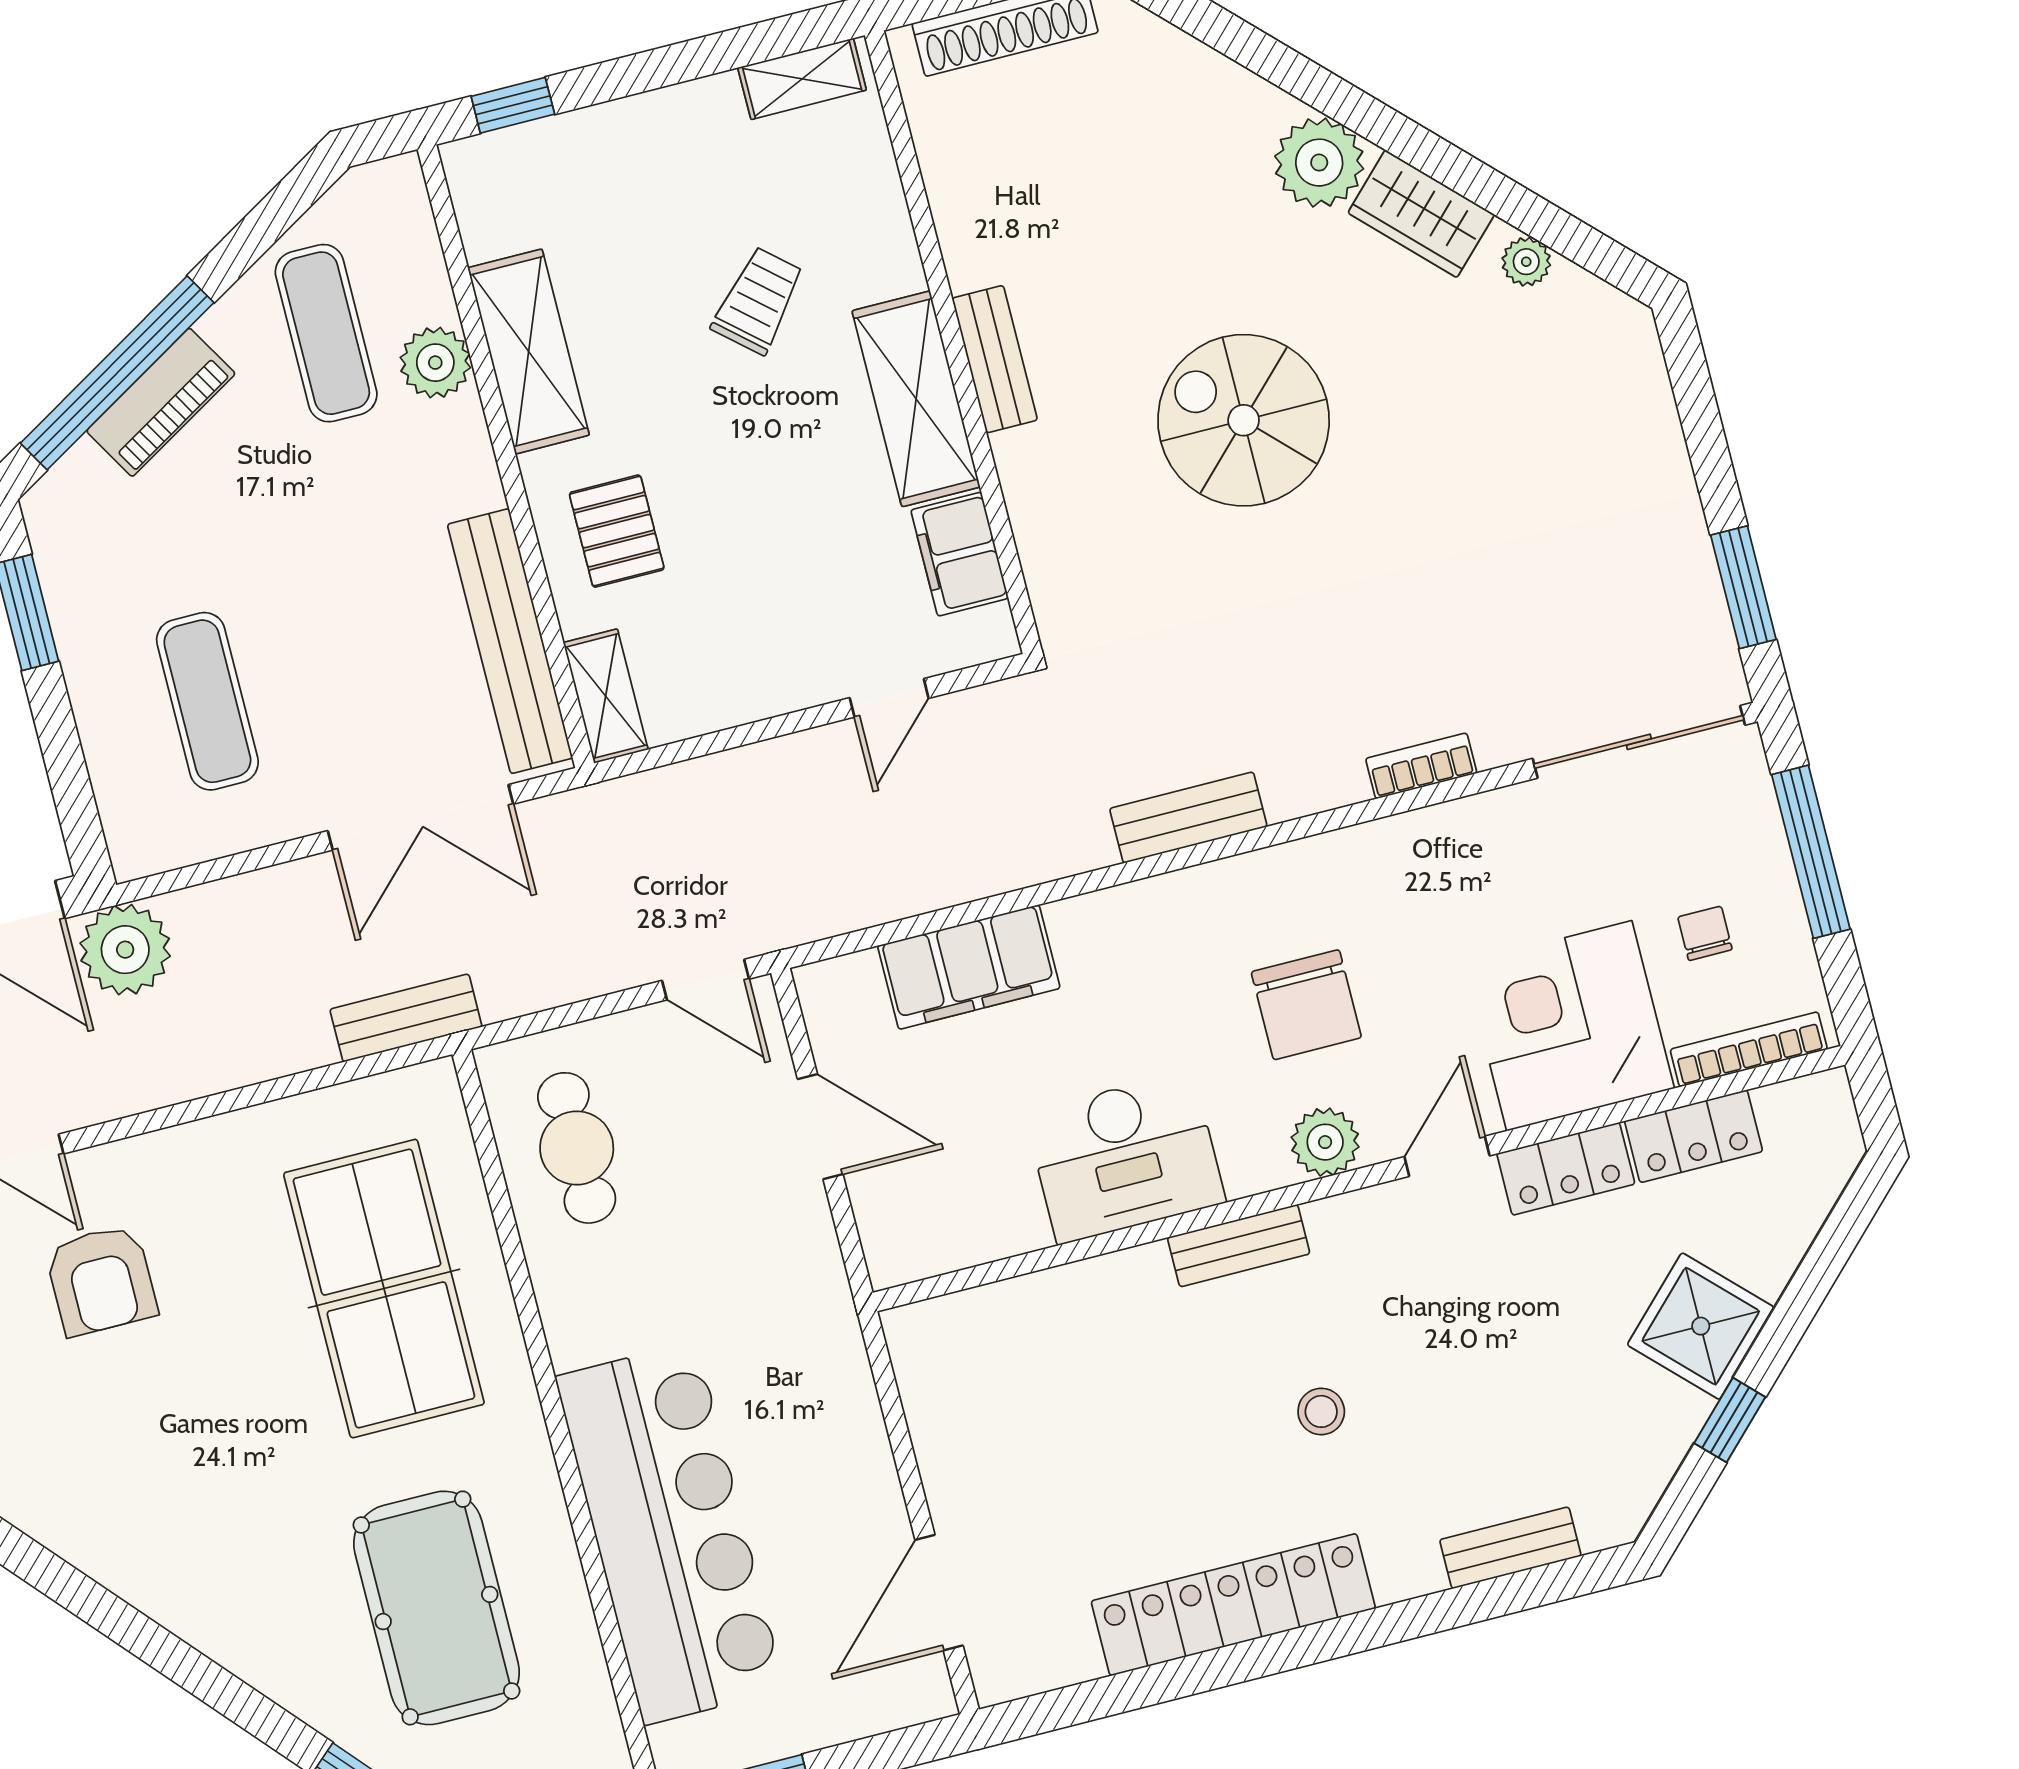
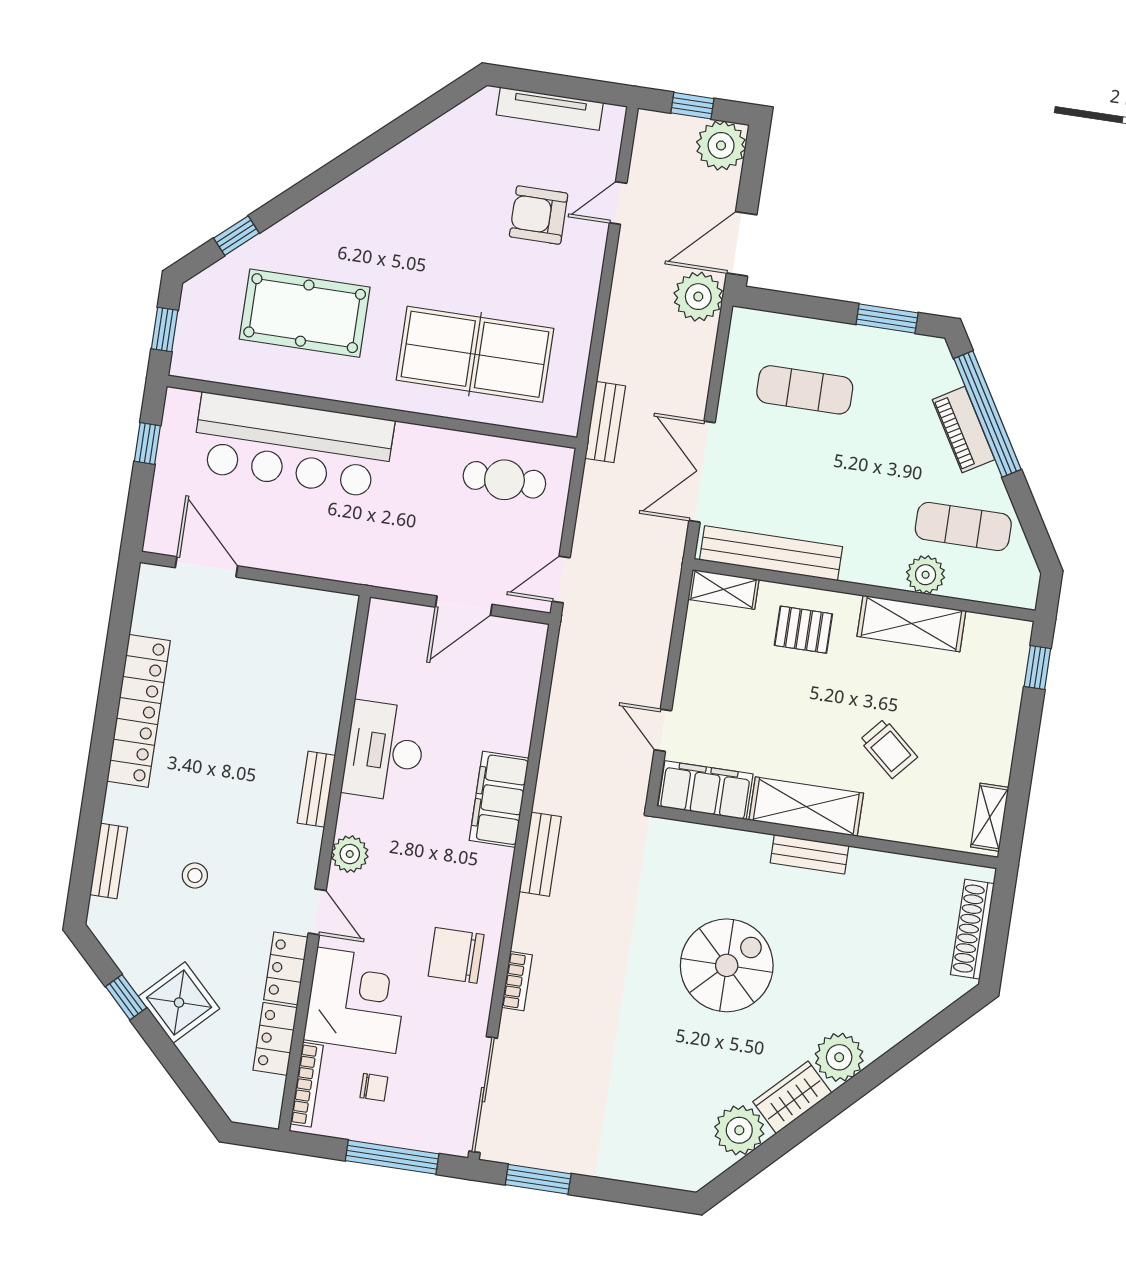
plant: (1526, 262) -> (739, 1130), width x1.88, depth x1.88
filing cabinet: (960, 554) -> (706, 790), width x1.50, depth x1.17
filing cabinet: (969, 967) -> (499, 799), moved
chair: (1306, 1005) -> (456, 955), moved
stool: (1321, 1411) -> (195, 876), moved

